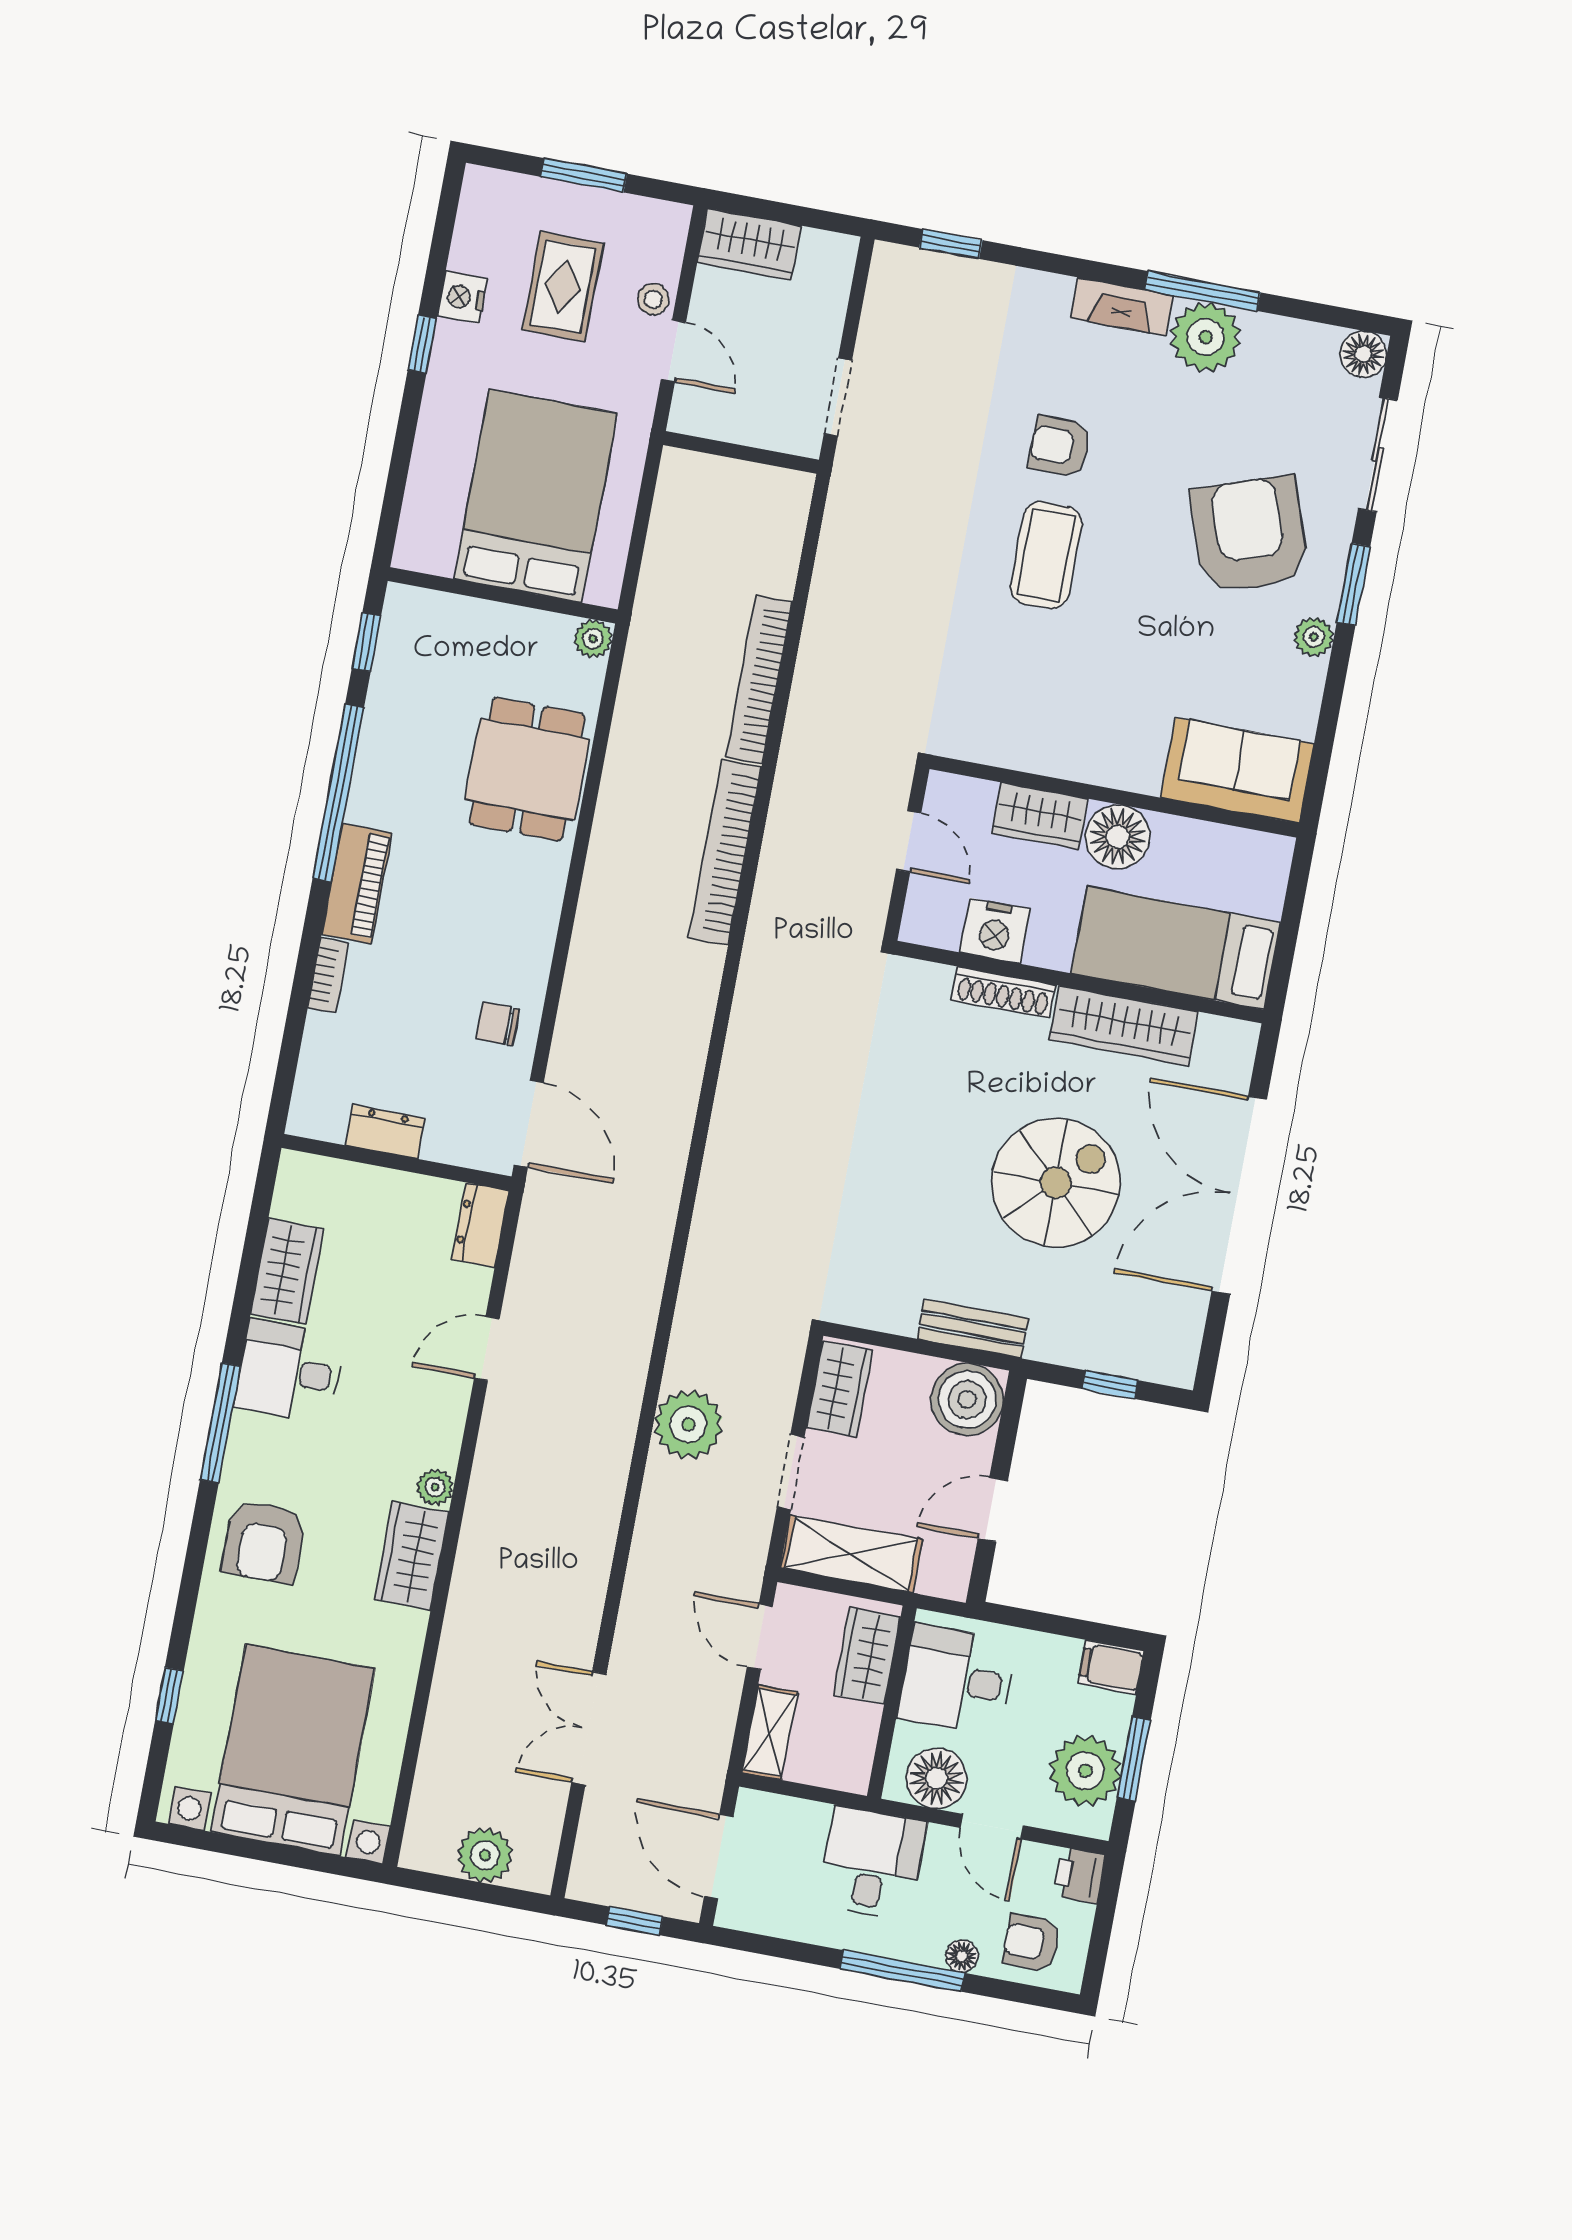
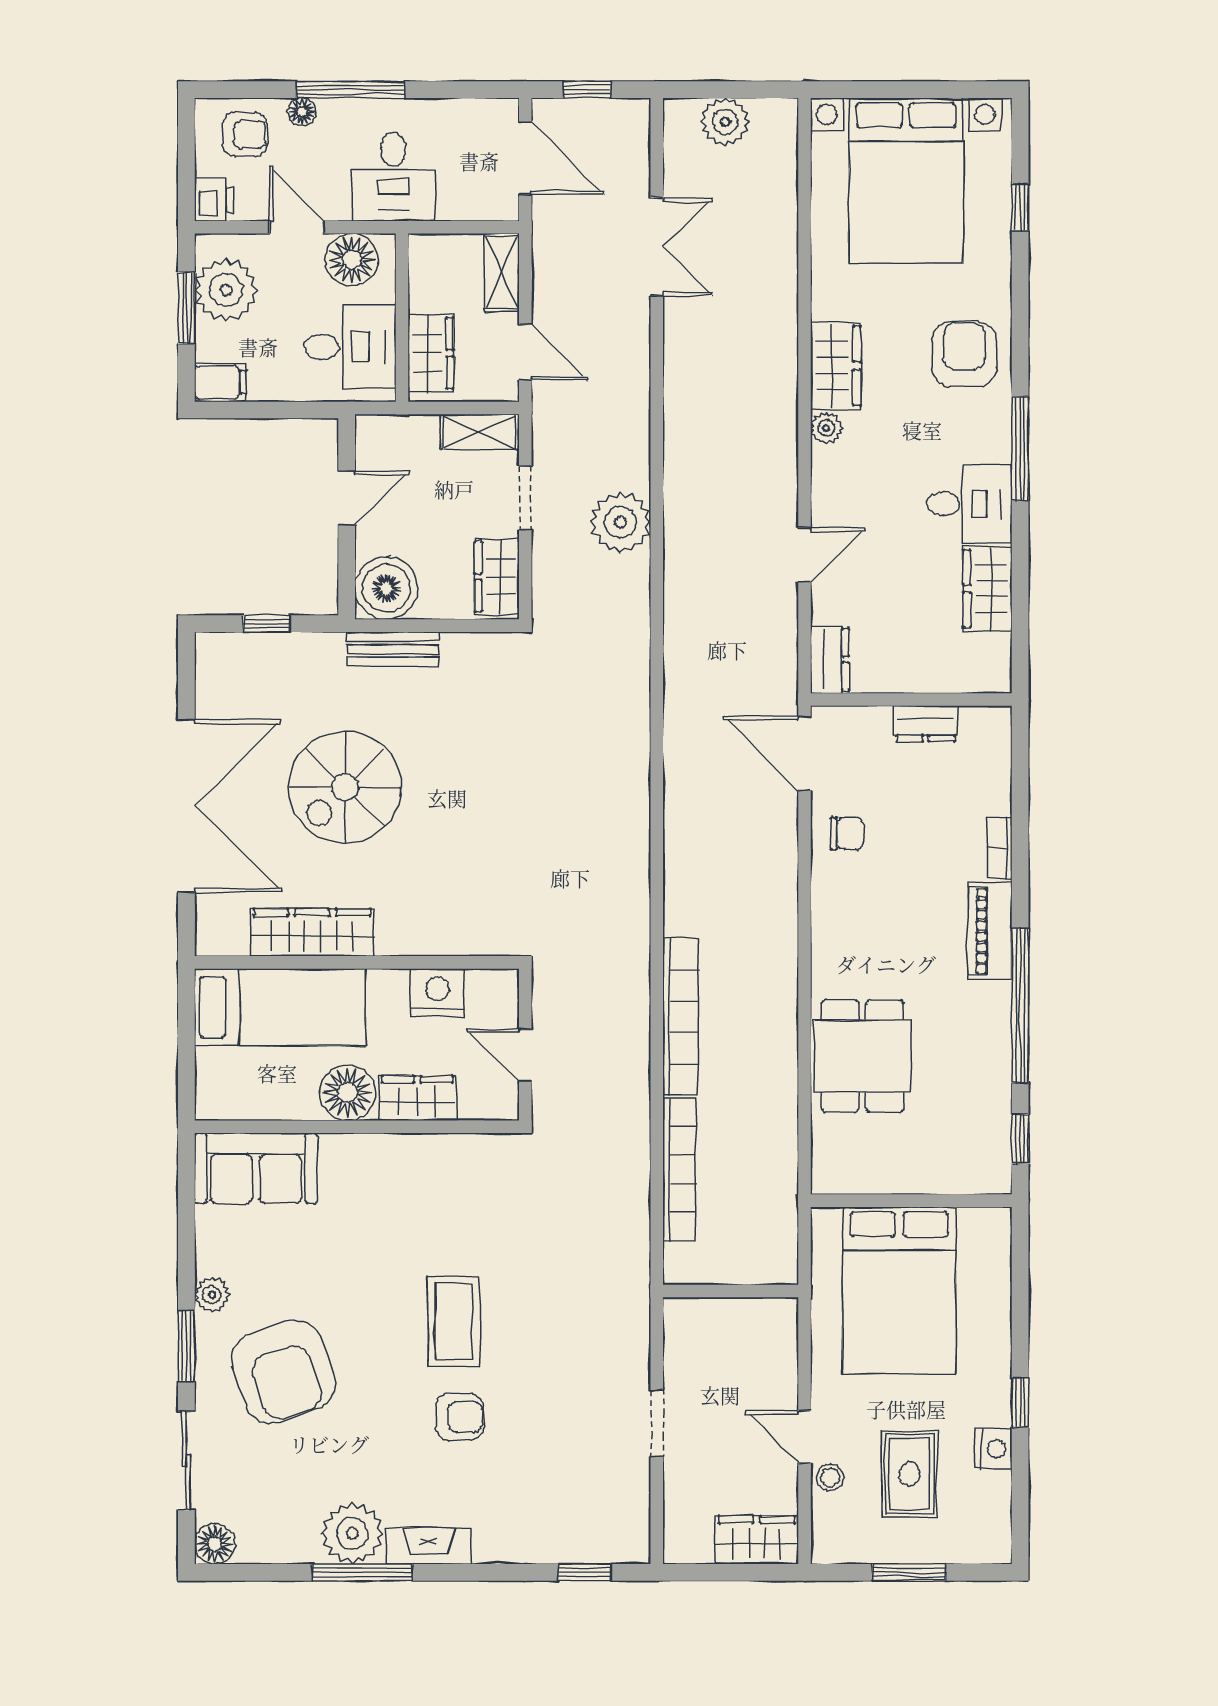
wall: (741, 452) -> (731, 1291), moved
plant: (593, 639) -> (827, 1178), removed
shoe rack: (1004, 992) -> (420, 942), removed
shelving: (851, 1554) -> (480, 432), width x0.67, depth x0.75

